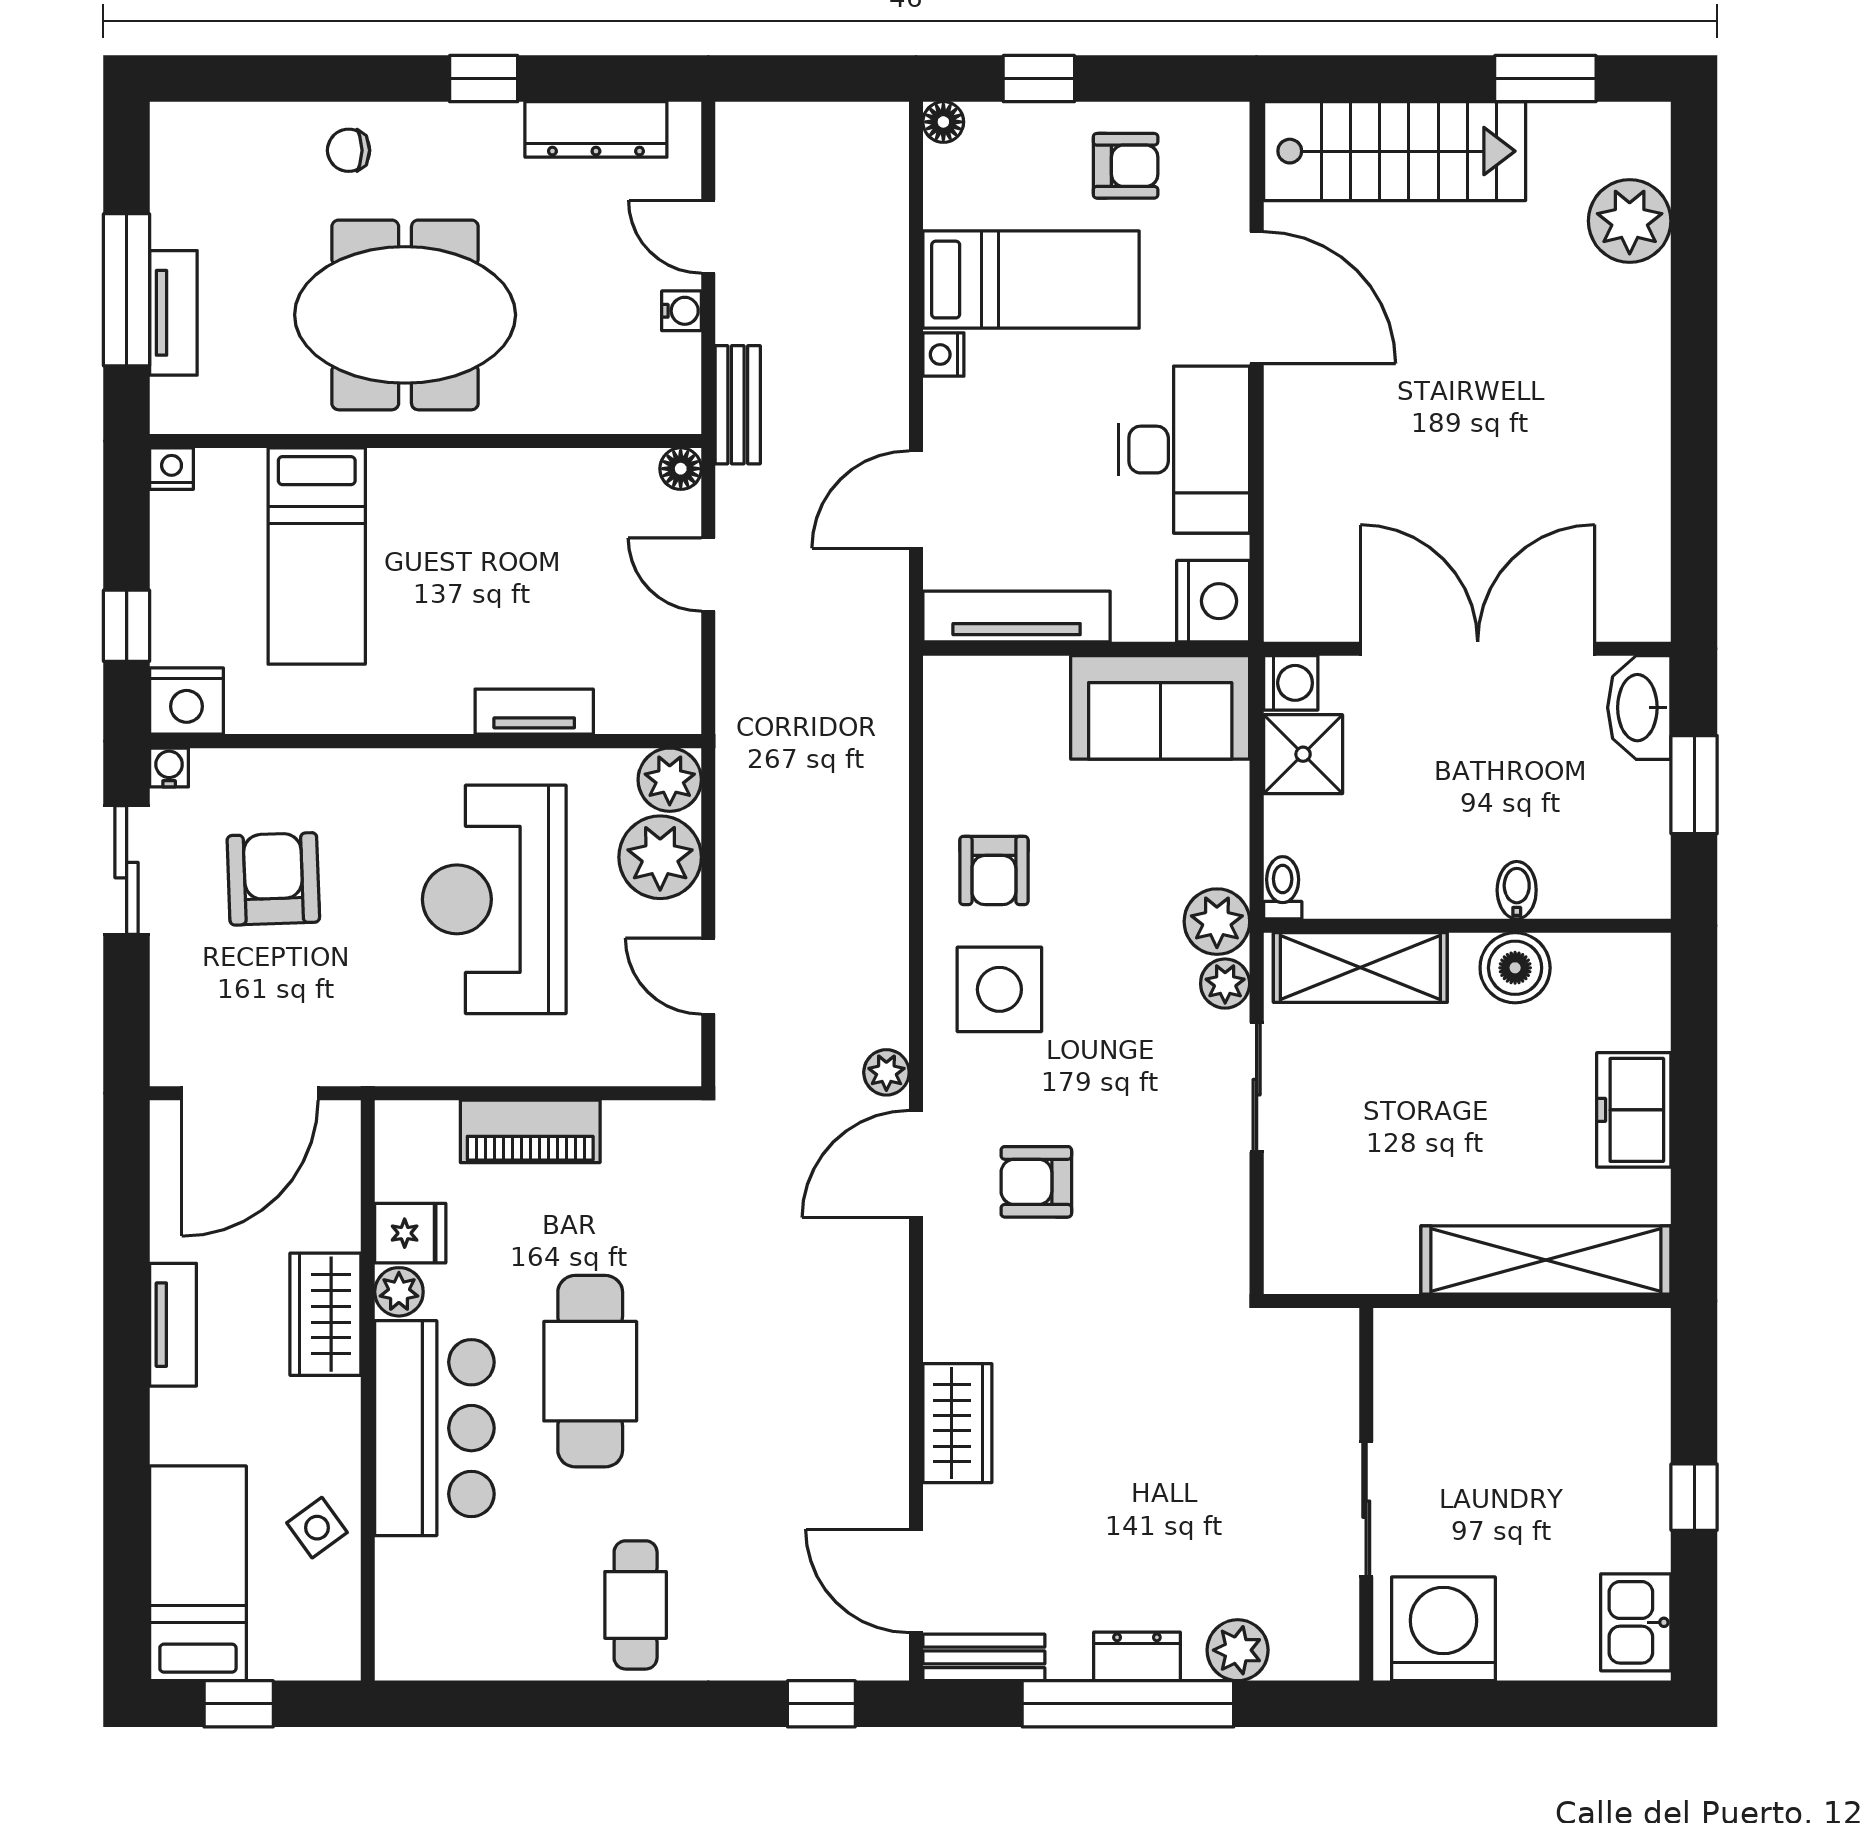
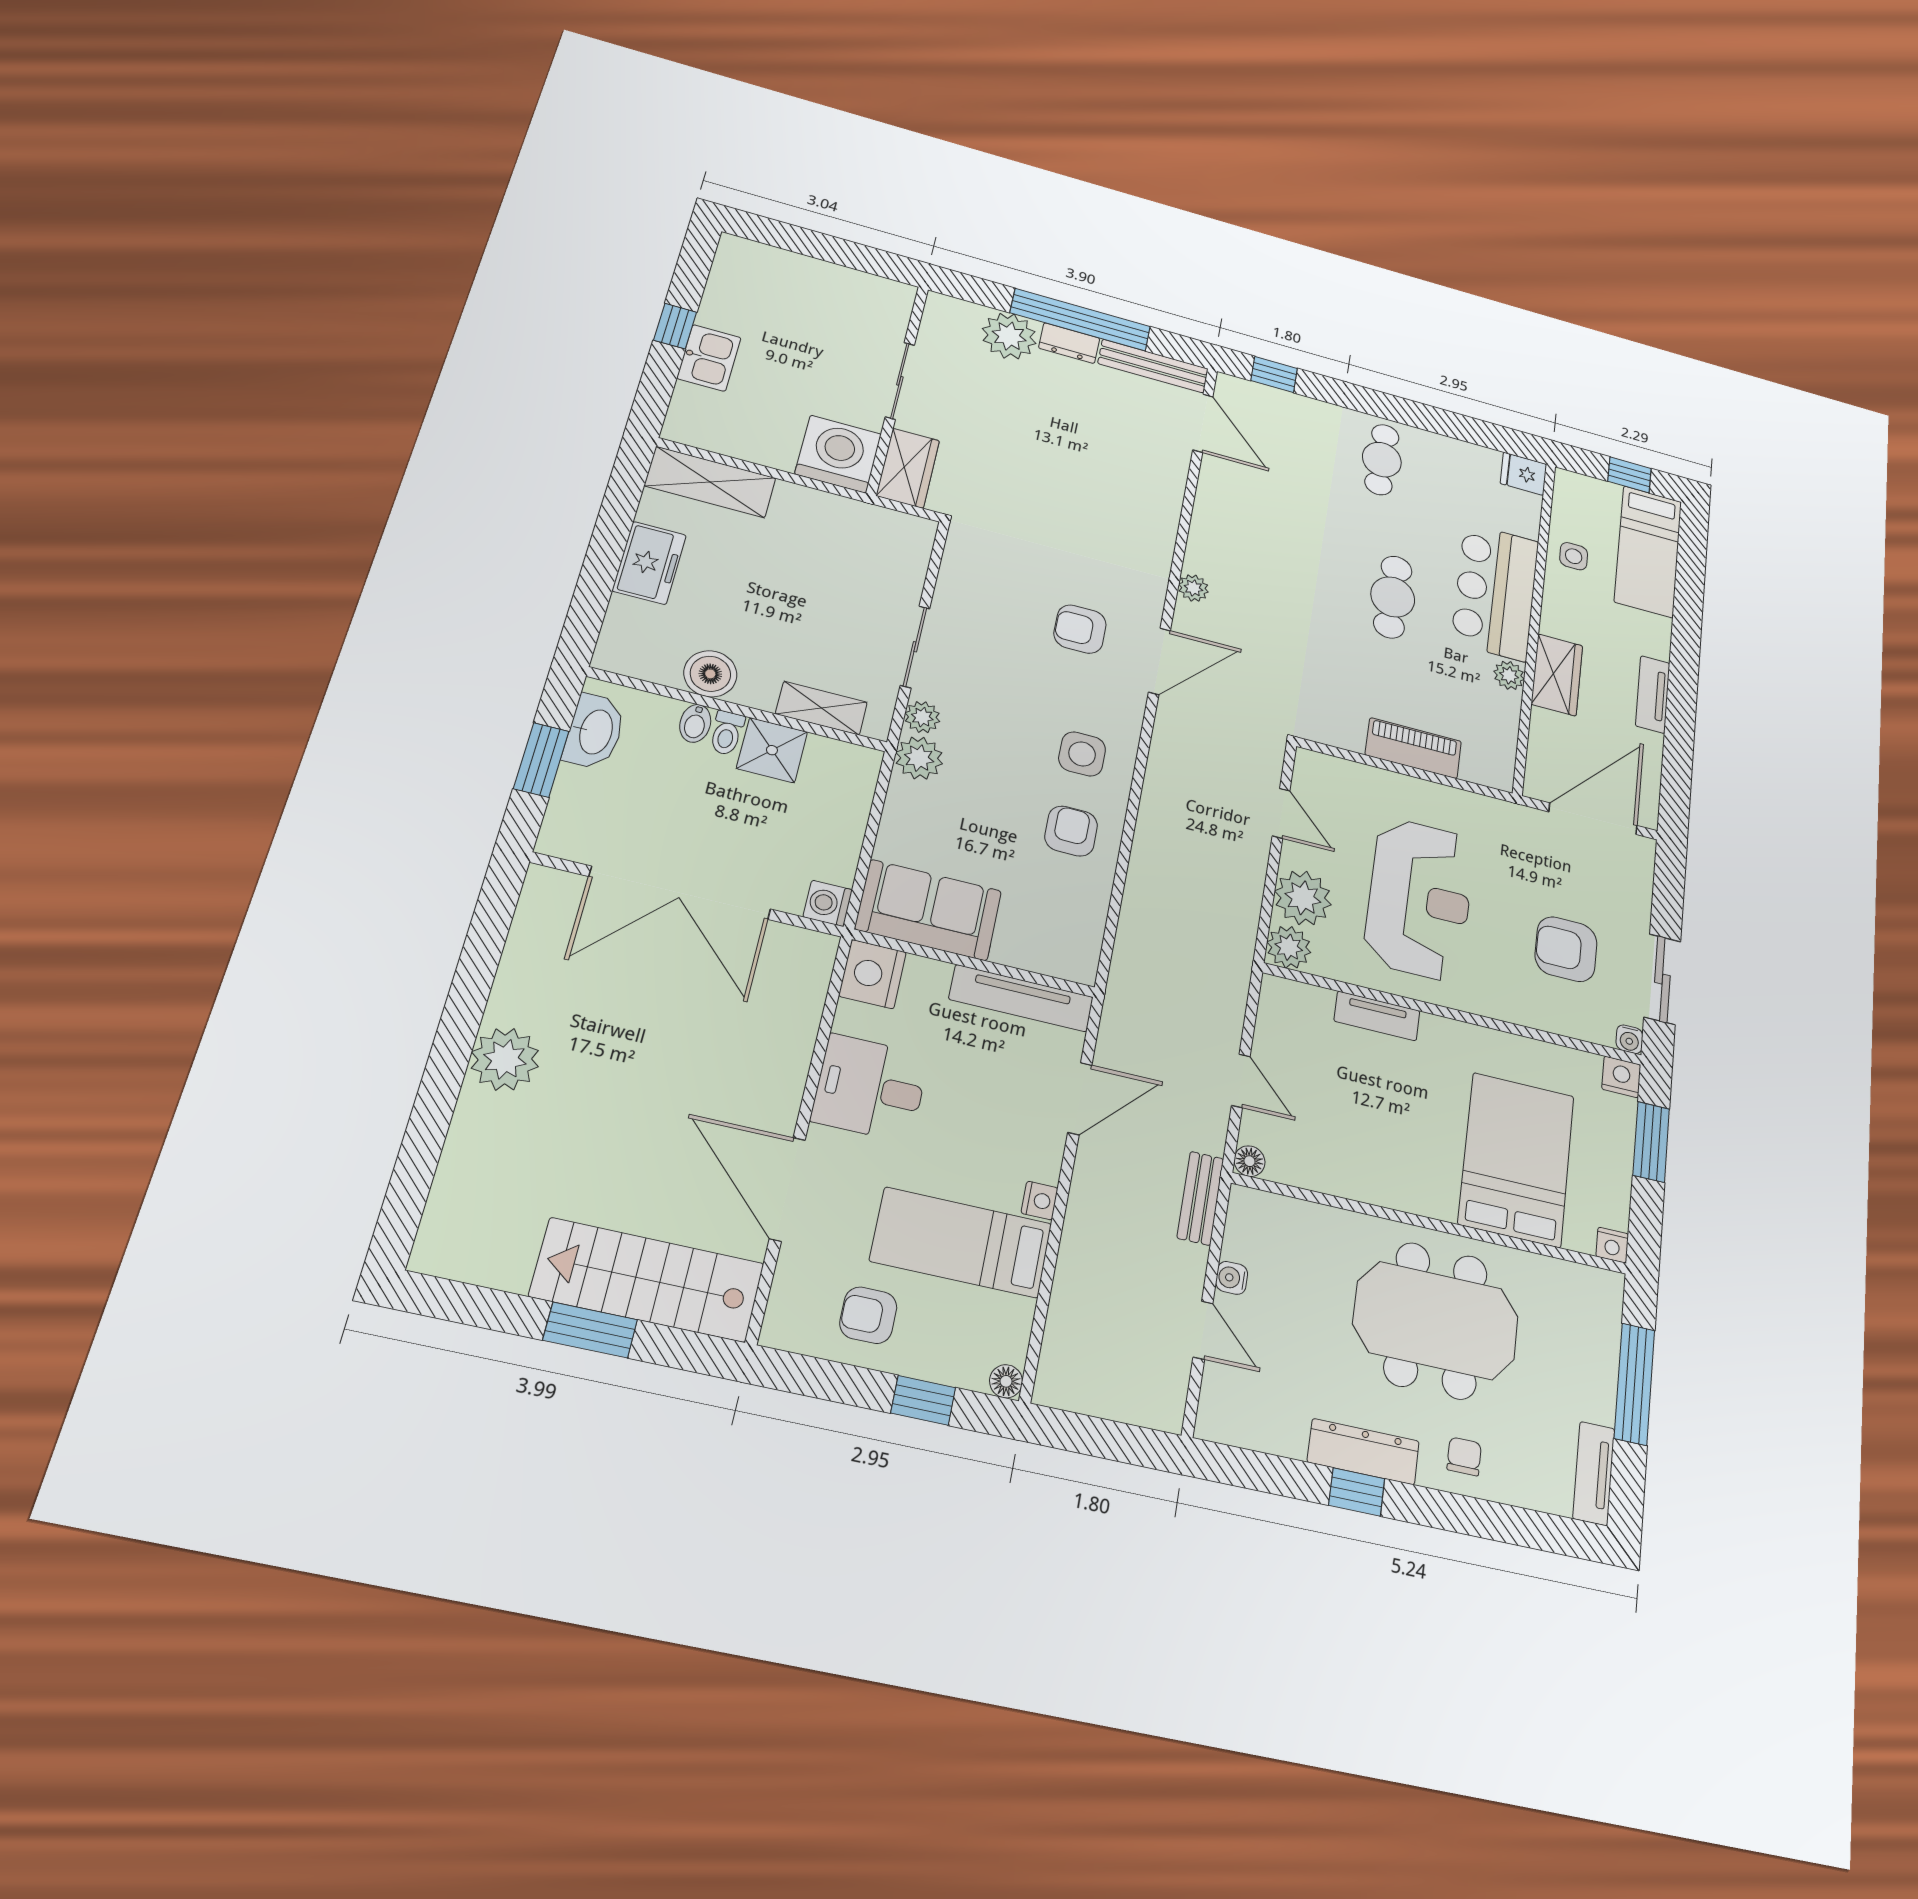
window: (1545, 79) -> (590, 1330), moved
dresser: (596, 129) -> (1363, 1452), moved
chair: (349, 150) -> (1464, 1456), turned -90
plant: (1630, 221) -> (505, 1059), moved
tv unit: (173, 313) -> (1594, 1473), moved
desk: (1184, 450) -> (870, 1088), width x0.73
bed: (317, 556) -> (1516, 1159), width x1.50
window: (127, 626) -> (1651, 1142), width x1.50
nightstand: (187, 701) -> (1621, 1077), width x0.74, depth x0.75
washbasin: (1639, 708) -> (595, 732), moved
shower: (1303, 754) -> (772, 750), moved
armchair: (273, 879) -> (1566, 949), turned 92
toilet: (1283, 888) -> (727, 733), moved
shelving: (1360, 967) -> (821, 708), width x0.67, depth x0.75
side table: (999, 989) -> (1082, 754), width x0.73, depth x0.73
plant: (886, 1072) -> (1193, 588), moved
armchair: (1036, 1182) -> (1080, 629), turned 180
fridge: (410, 1233) -> (1524, 474), moved
shelving: (1546, 1260) -> (710, 482), width x0.68
cafe table: (590, 1371) -> (1393, 597), width x0.73, depth x0.74
wardrobe: (957, 1423) -> (908, 468), moved, turned 180
side table: (317, 1528) -> (1574, 556), turned 36
kitchen sink: (1636, 1622) -> (709, 358), moved
washing machine: (1443, 1629) -> (838, 454), moved, turned 180
plant: (1238, 1650) -> (1009, 336), width x1.36, depth x1.36
bench: (984, 1657) -> (1153, 366), width x1.36

